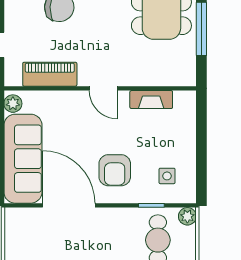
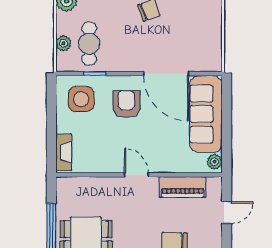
fireplace: (151, 100) -> (64, 152), moved, turned 90
side table: (167, 176) -> (81, 99), width x1.87, depth x1.87
plant: (187, 216) -> (64, 43), moved

